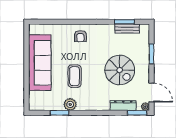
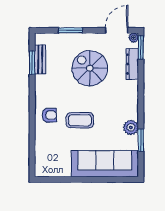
sofa: (40, 63) -> (105, 164), moved
spiral stairs: (120, 70) -> (90, 68), turned -90
coffee table: (75, 76) -> (80, 120), moved

